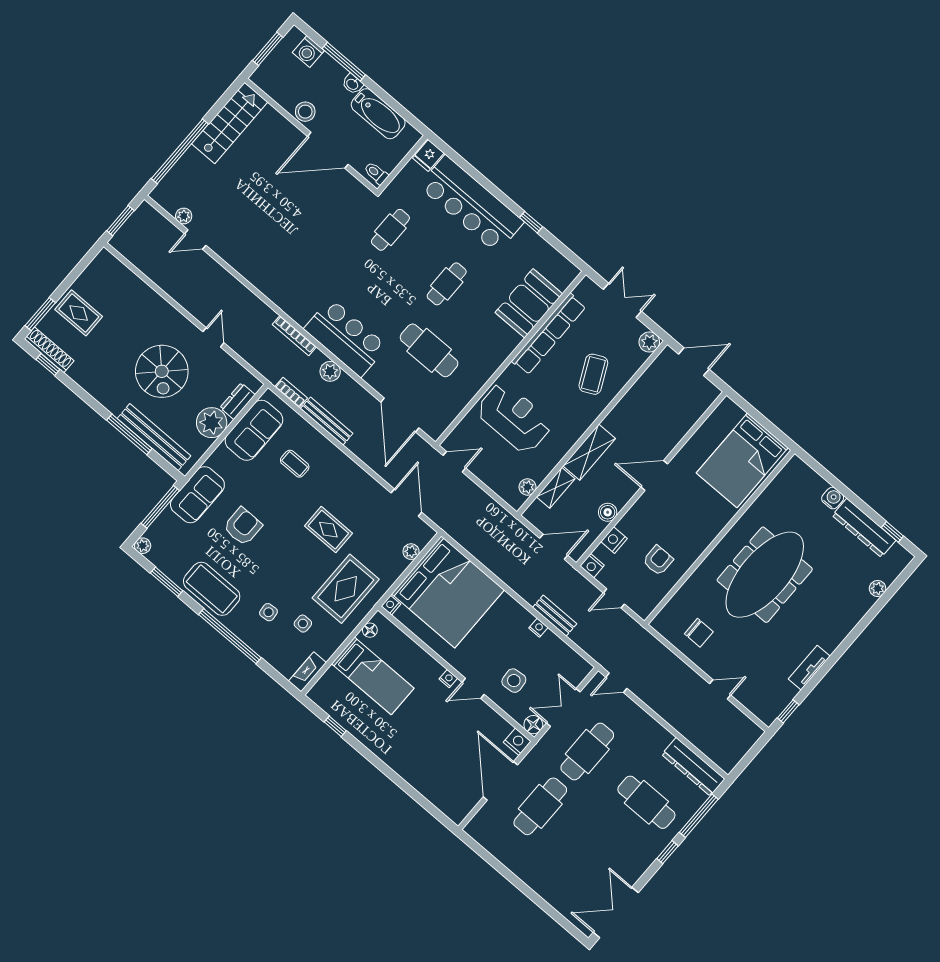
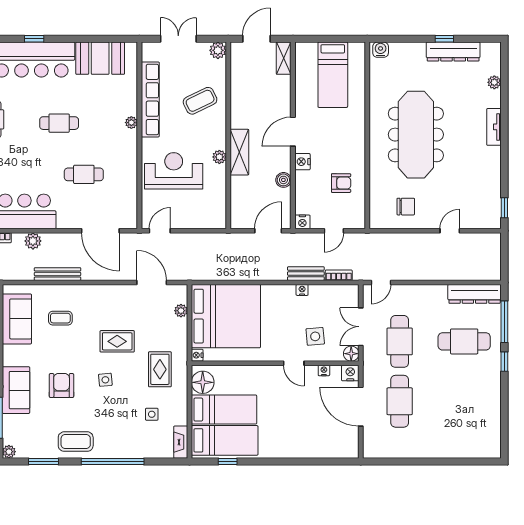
window: (531, 222) -> (34, 39), moved
cafe table: (447, 284) -> (59, 123), turned 90
booth: (529, 303) -> (100, 58), moved, turned 90
plant: (513, 340) -> (131, 123), added
cafe table: (429, 350) -> (84, 174), width x0.73, depth x0.74
coffee table: (593, 374) -> (200, 101), turned 90
bookcase: (291, 392) -> (339, 275), moved
bed: (742, 460) -> (333, 75), width x0.67
plant: (528, 487) -> (219, 157), moved
shelving: (556, 488) -> (284, 58), moved
water cooler: (833, 498) -> (381, 50), moved
window: (892, 532) -> (444, 39), moved
nightstand: (614, 540) -> (302, 162), moved
armchair: (658, 560) -> (341, 183), turned 90
coffee table: (212, 589) -> (76, 442), width x0.73, depth x0.76
rug: (346, 589) -> (160, 369), width x0.73, depth x0.70
side table: (268, 612) -> (105, 380), moved
floor lamp: (370, 630) -> (203, 382), width x1.89, depth x1.89
tv unit: (809, 668) -> (494, 127), moved
nightstand: (448, 679) -> (324, 371), moved
door: (473, 688) -> (294, 363), hinge flipped
bed: (349, 705) -> (225, 440), added
double door: (616, 912) -> (504, 427), removed

